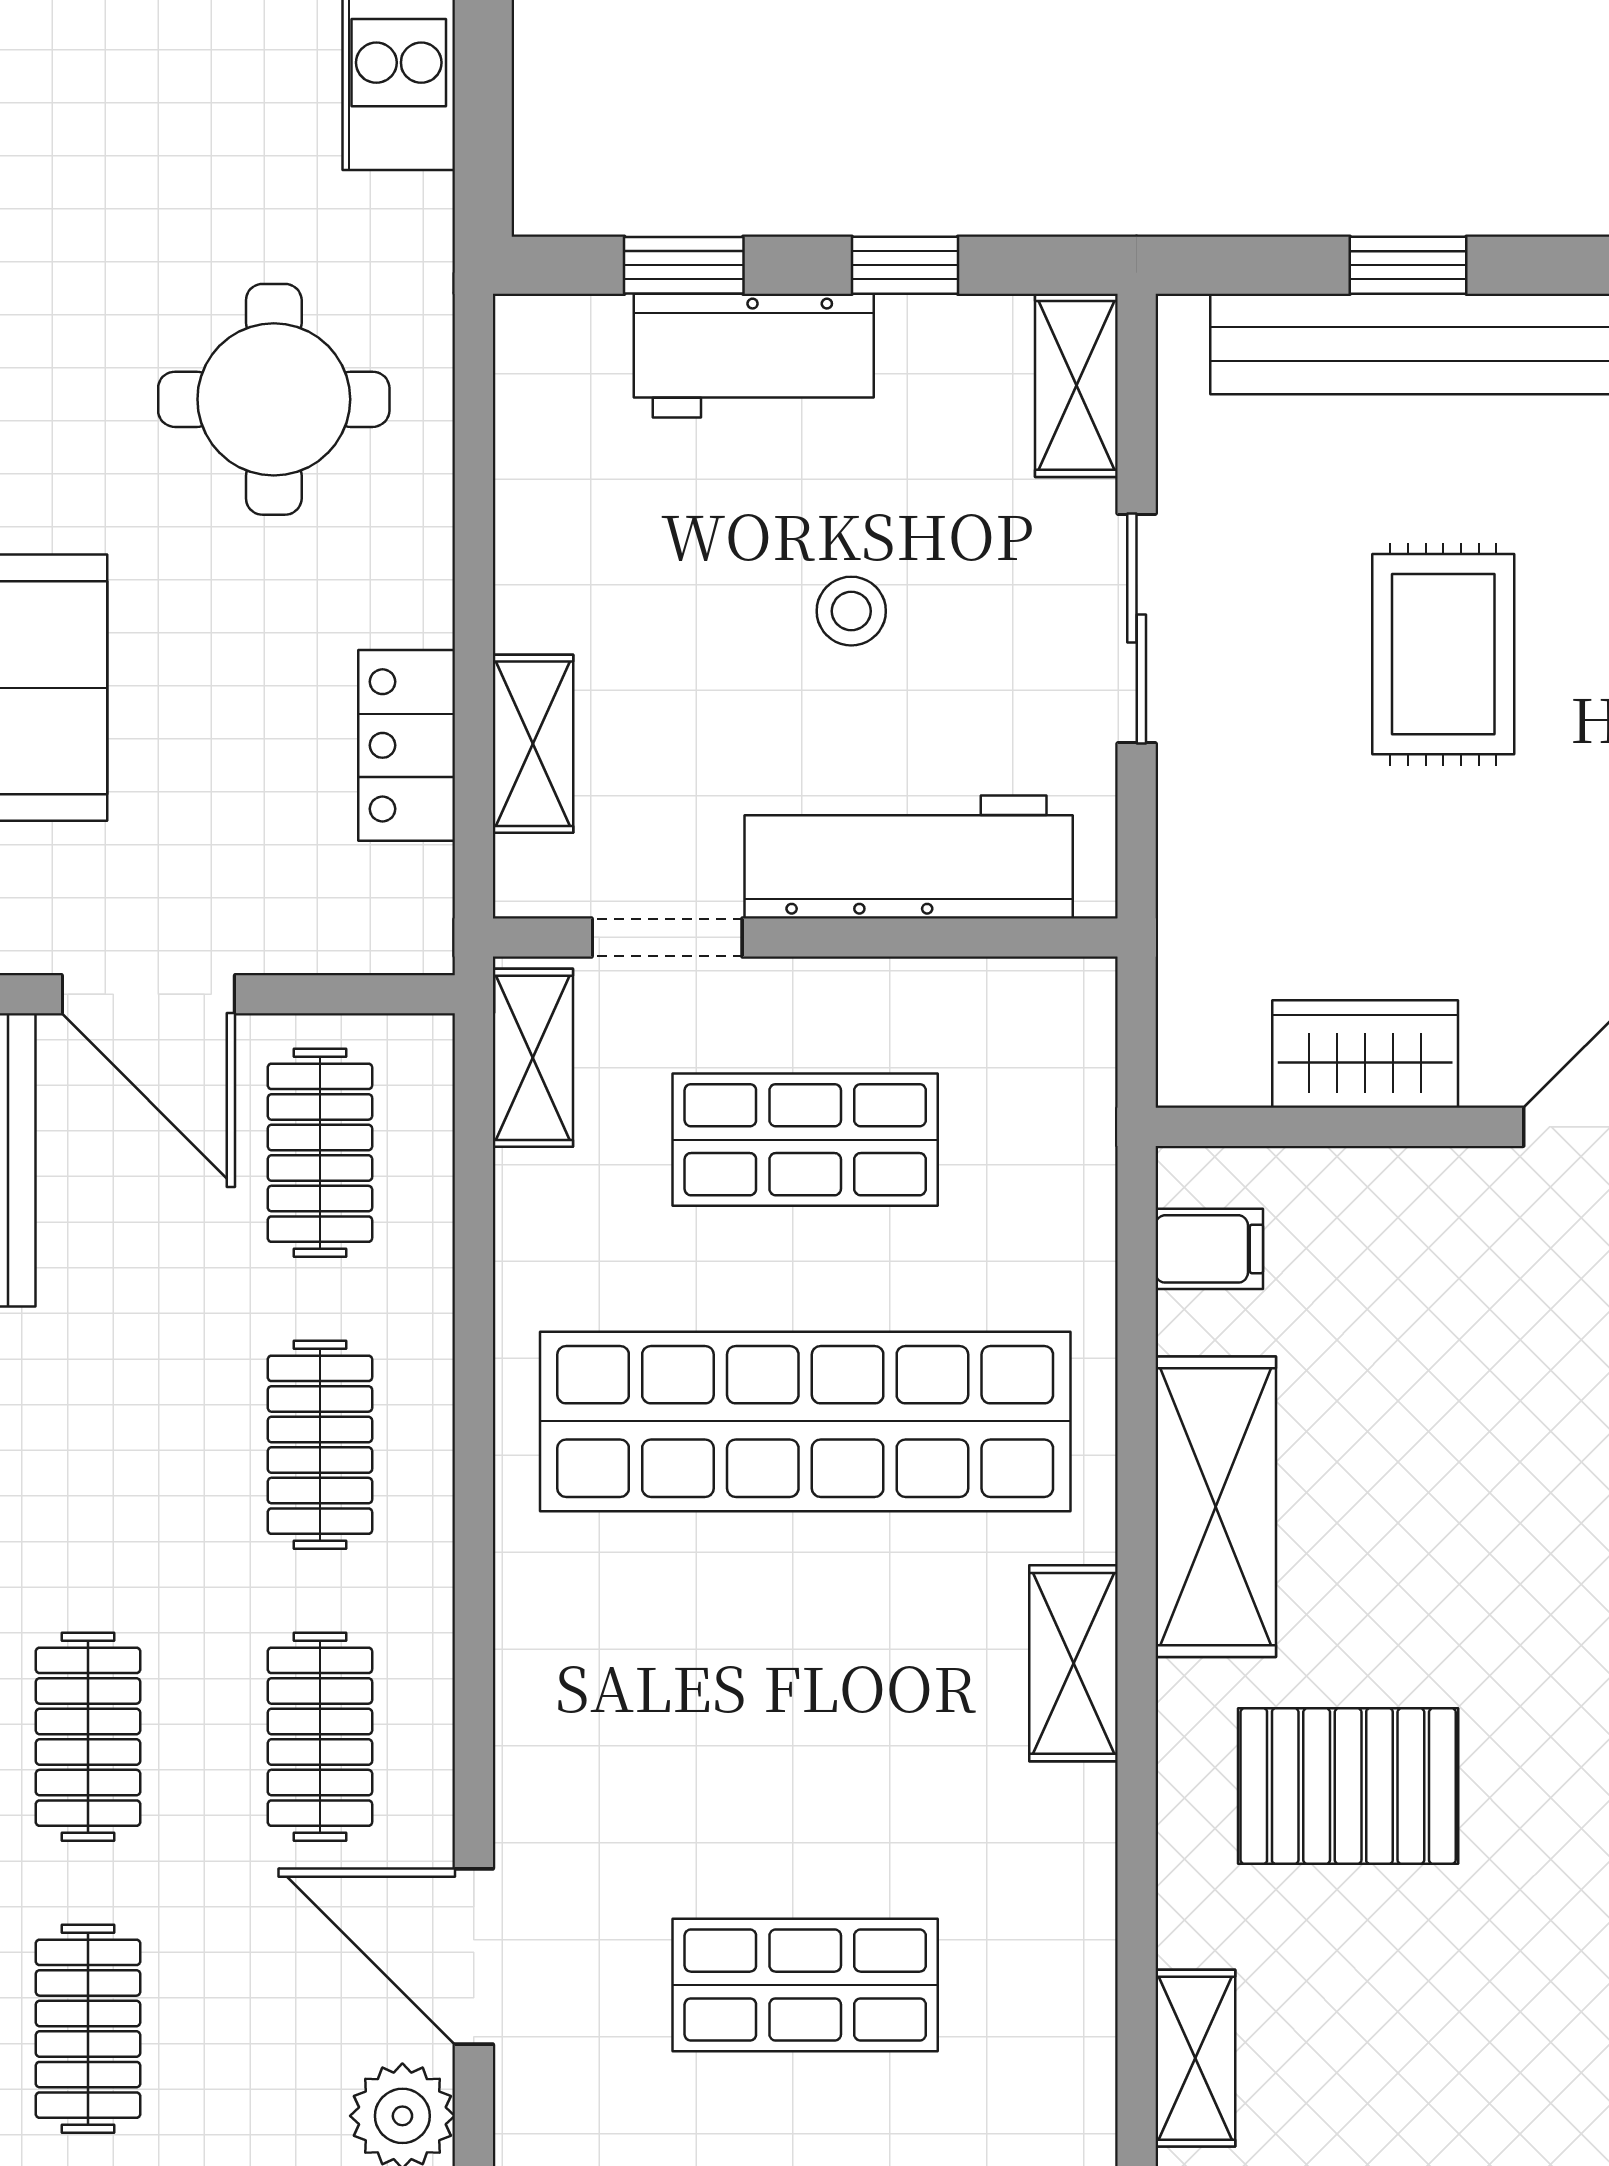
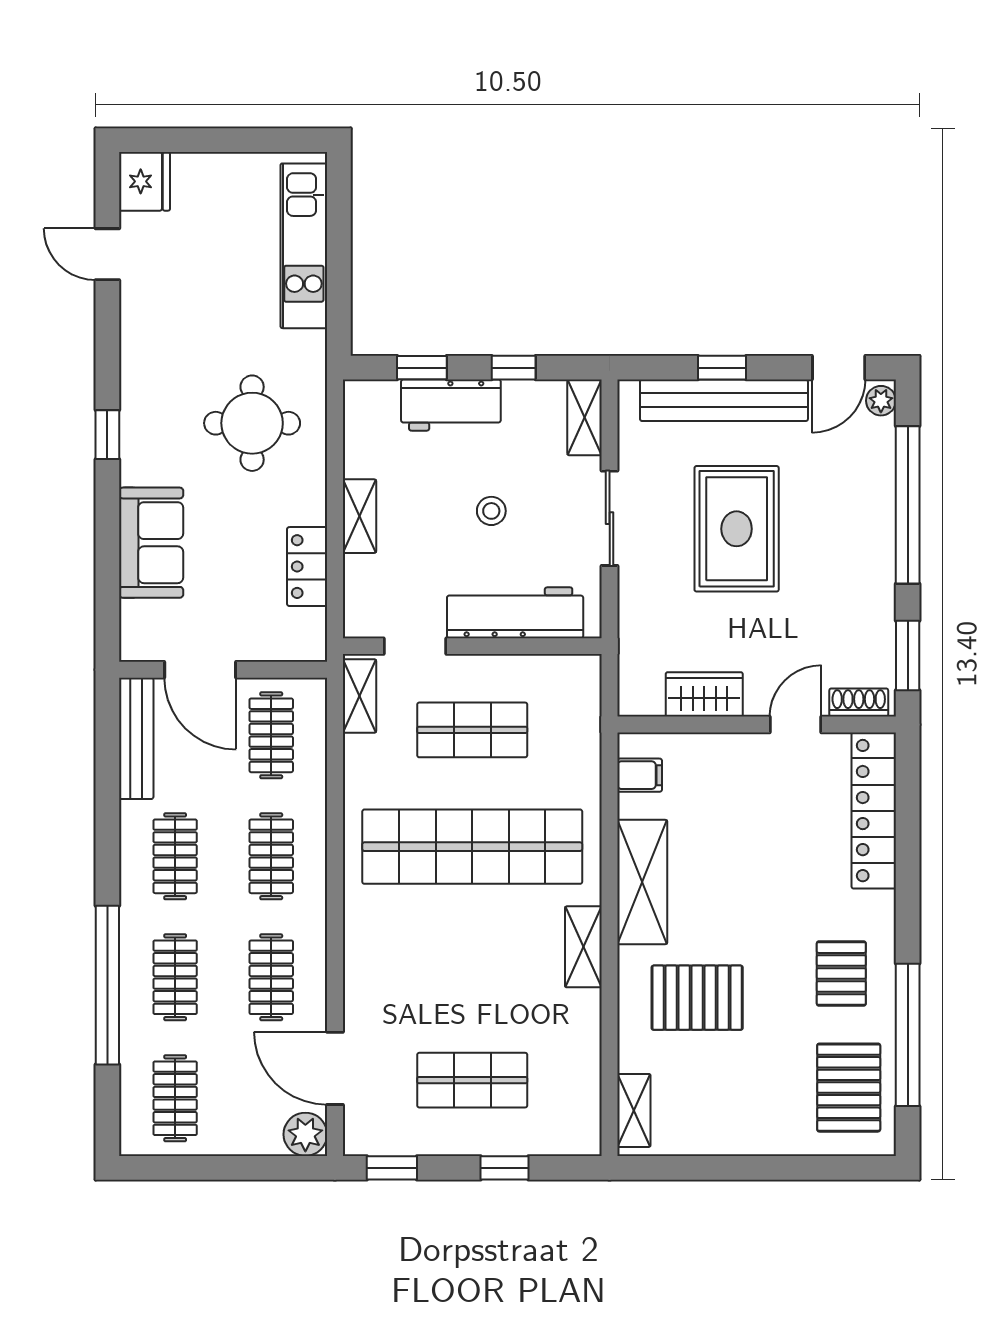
rug: (1443, 654) -> (737, 529), width x1.36, depth x1.43
shelving: (533, 744) -> (359, 516), moved
clothes rail: (88, 1445) -> (175, 856), added

